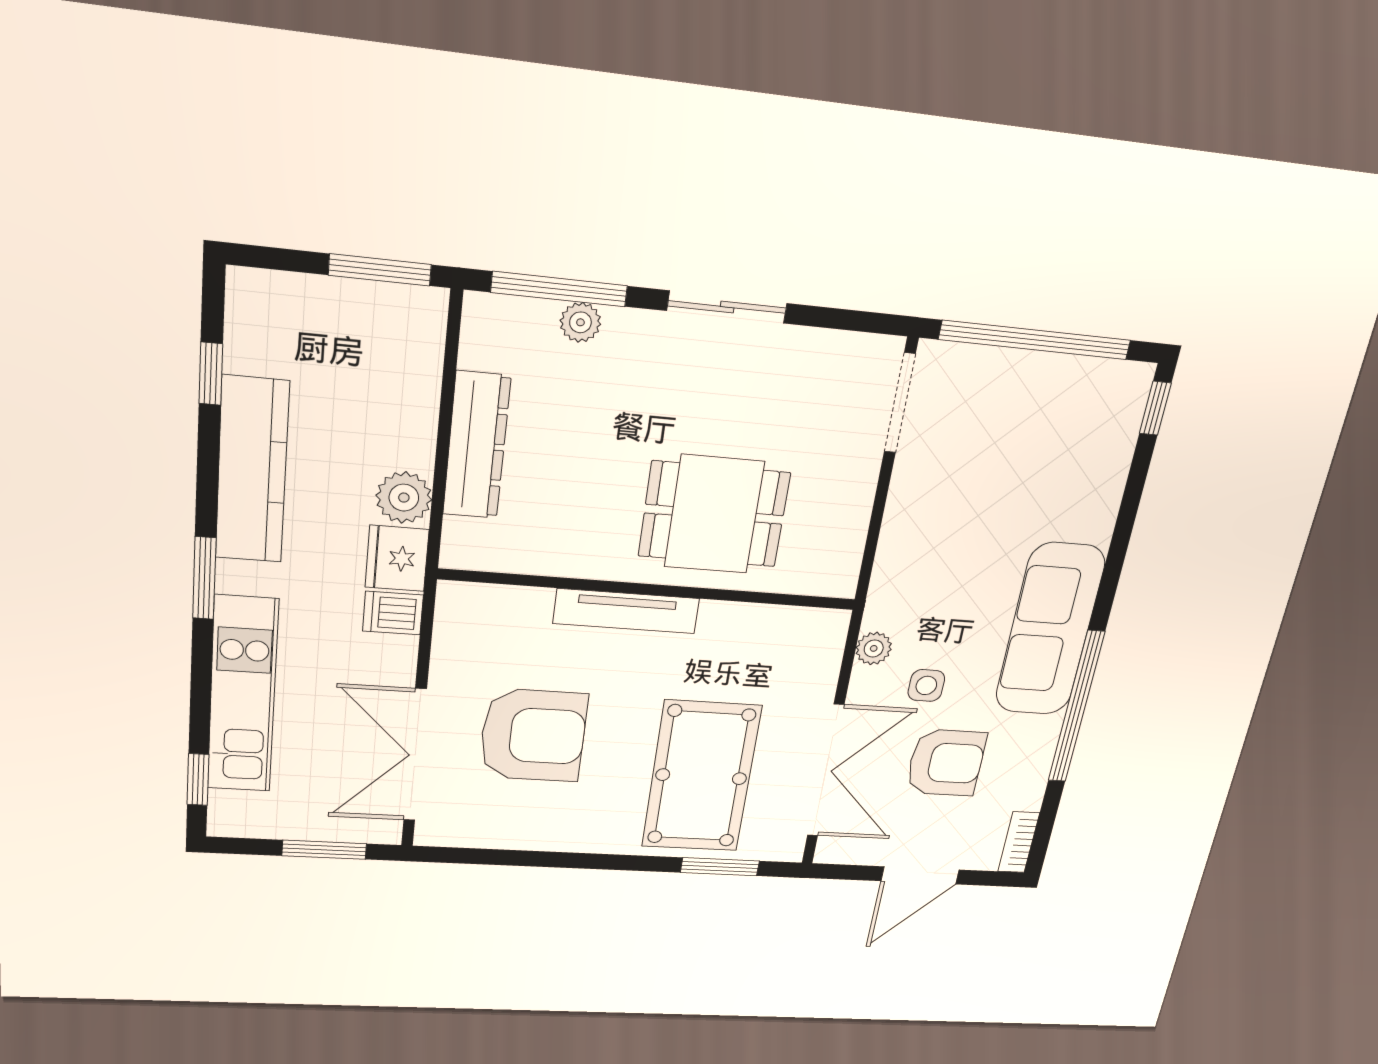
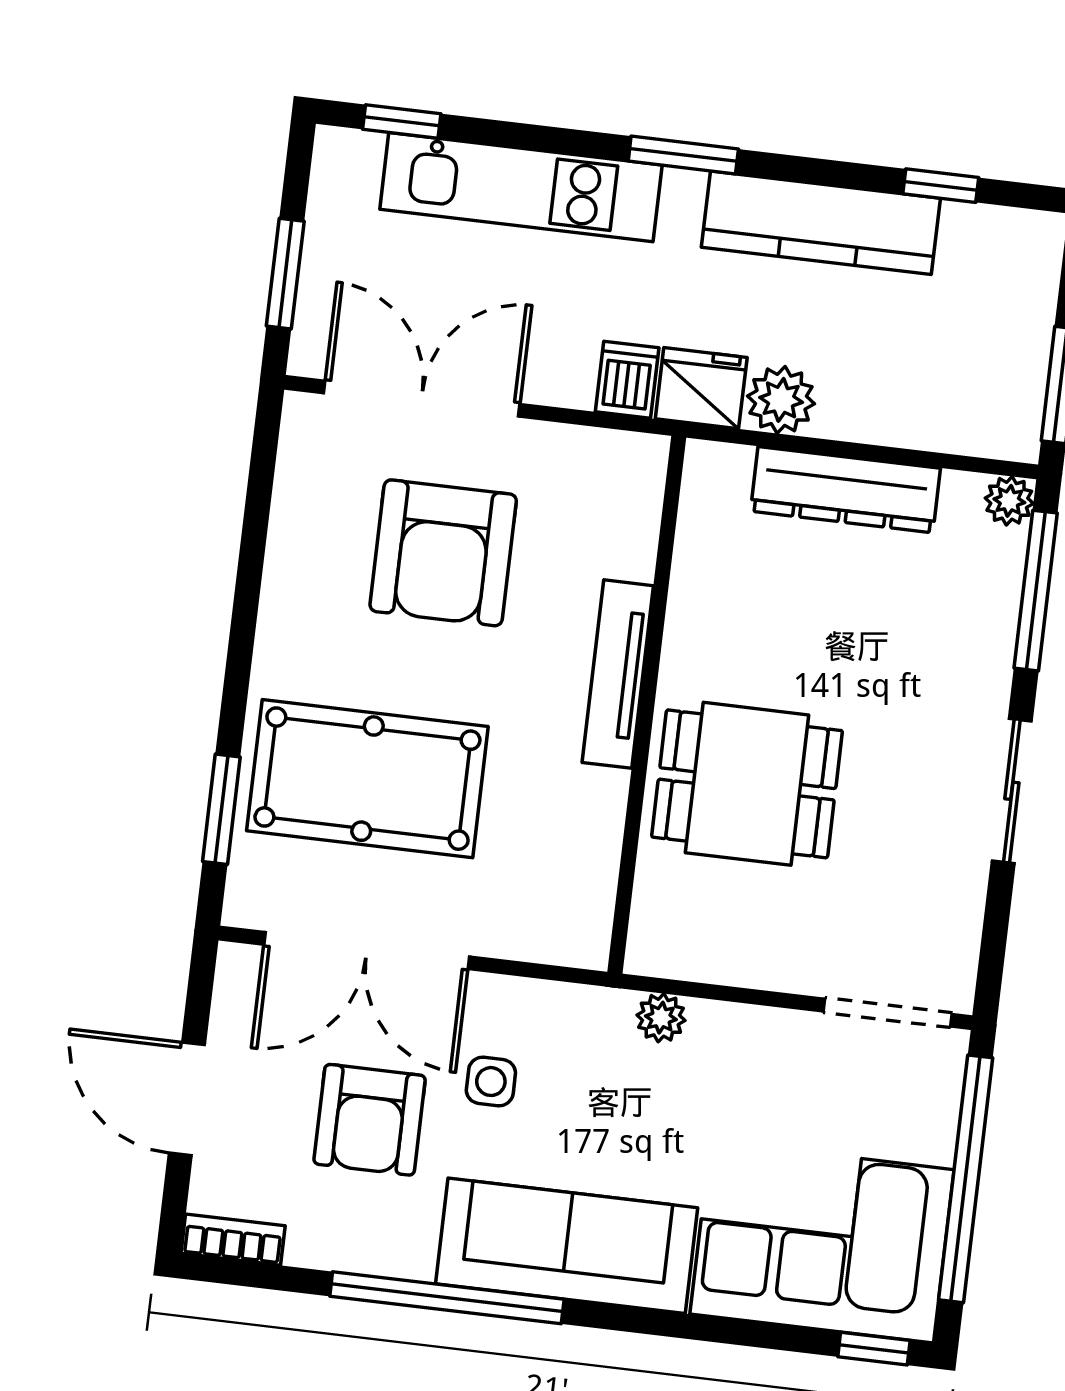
plant: (580, 322) -> (1009, 501), moved
corner sofa: (1070, 449) -> (822, 1242), added
dining table: (714, 514) -> (747, 784), turned 90
plant: (874, 648) -> (661, 1018), moved

